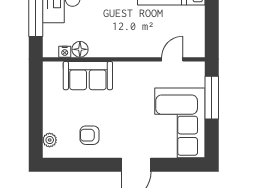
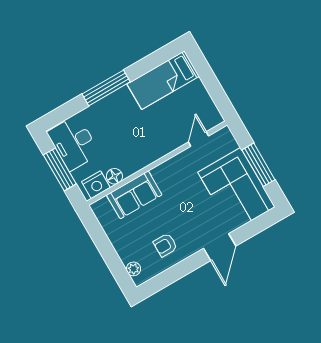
nightstand: (65, 52) -> (96, 185), width x1.89, depth x1.79
window: (212, 98) -> (258, 165), moved

